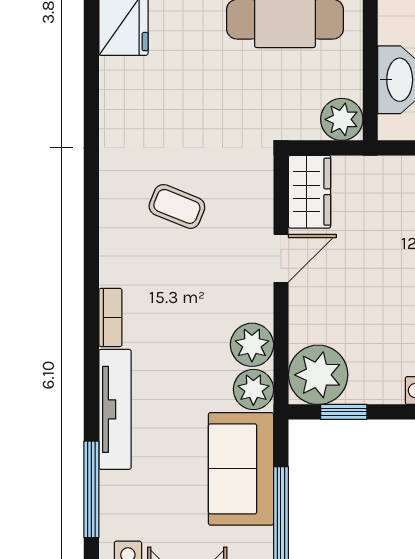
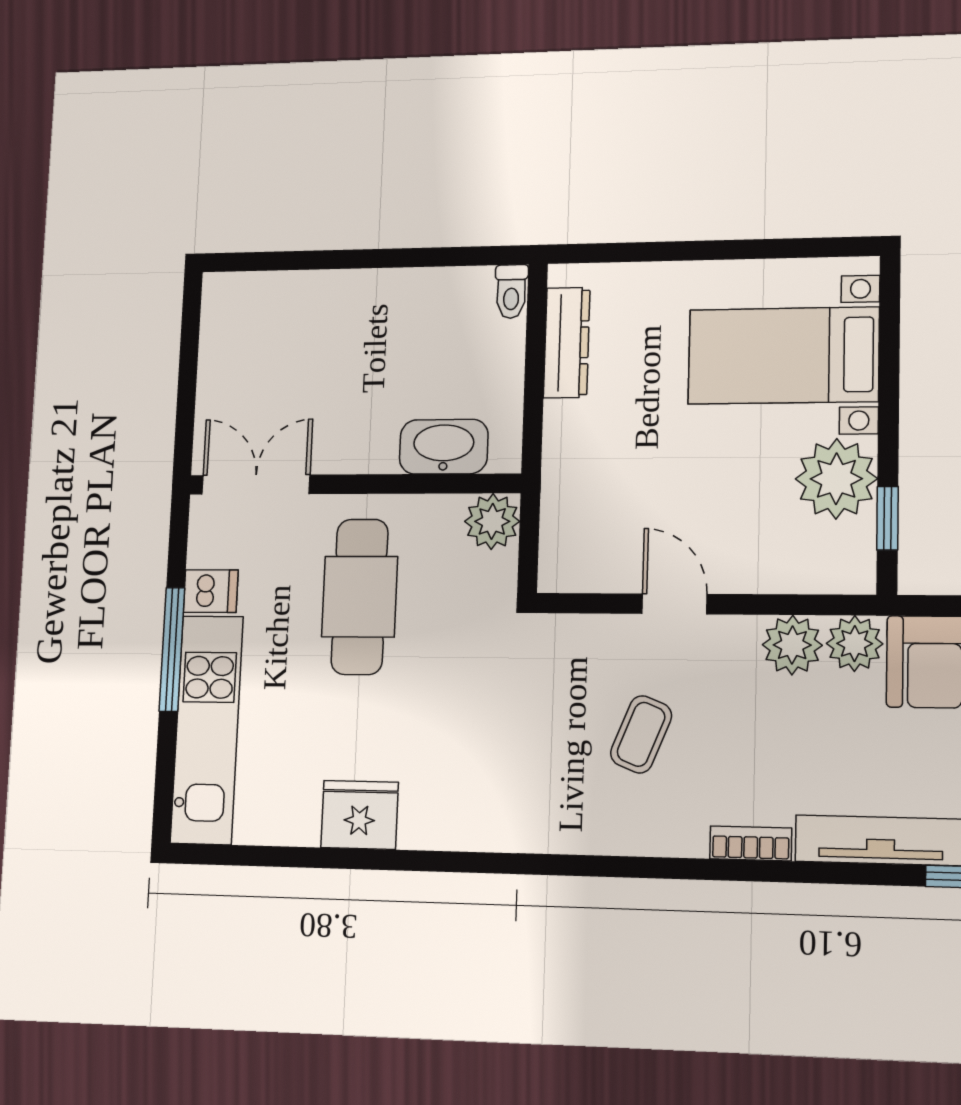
wardrobe: (310, 192) -> (586, 565), removed
coffee table: (177, 206) -> (641, 734), moved
plant: (318, 375) -> (836, 479), moved

